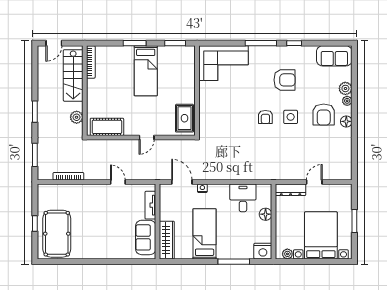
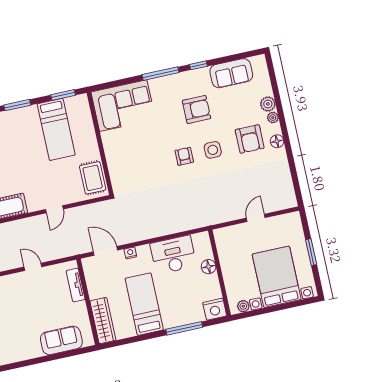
sofa: (334, 56) -> (231, 73), moved
bed: (146, 71) -> (56, 129), moved
armchair: (265, 117) -> (184, 156), turned 180
dresser: (291, 190) -> (231, 233), removed
desk: (243, 198) -> (173, 255), width x1.37
sofa: (146, 237) -> (61, 340), moved, turned 90

